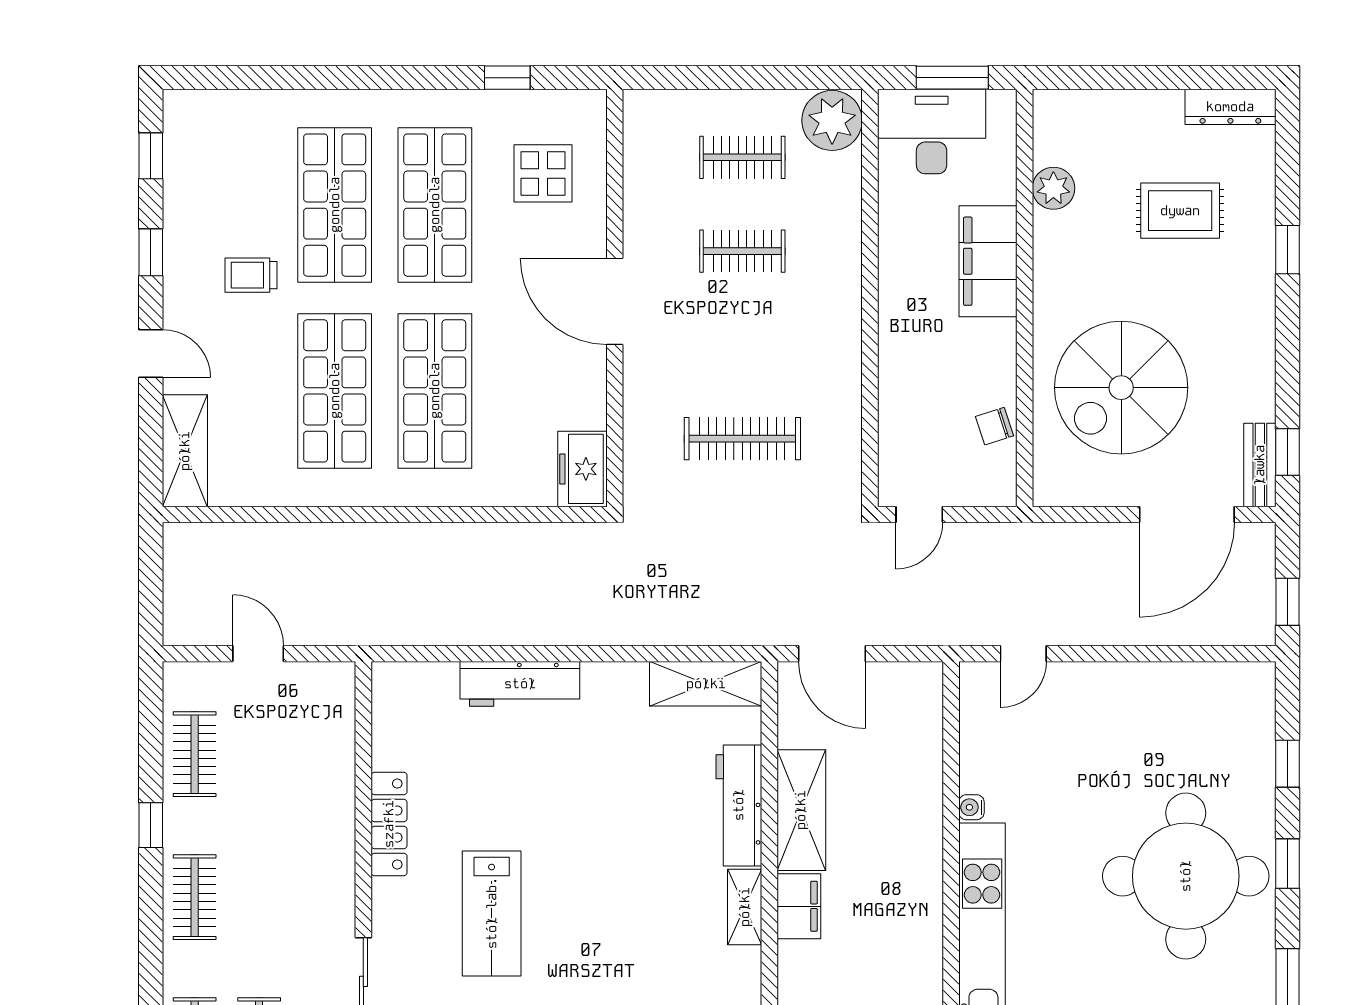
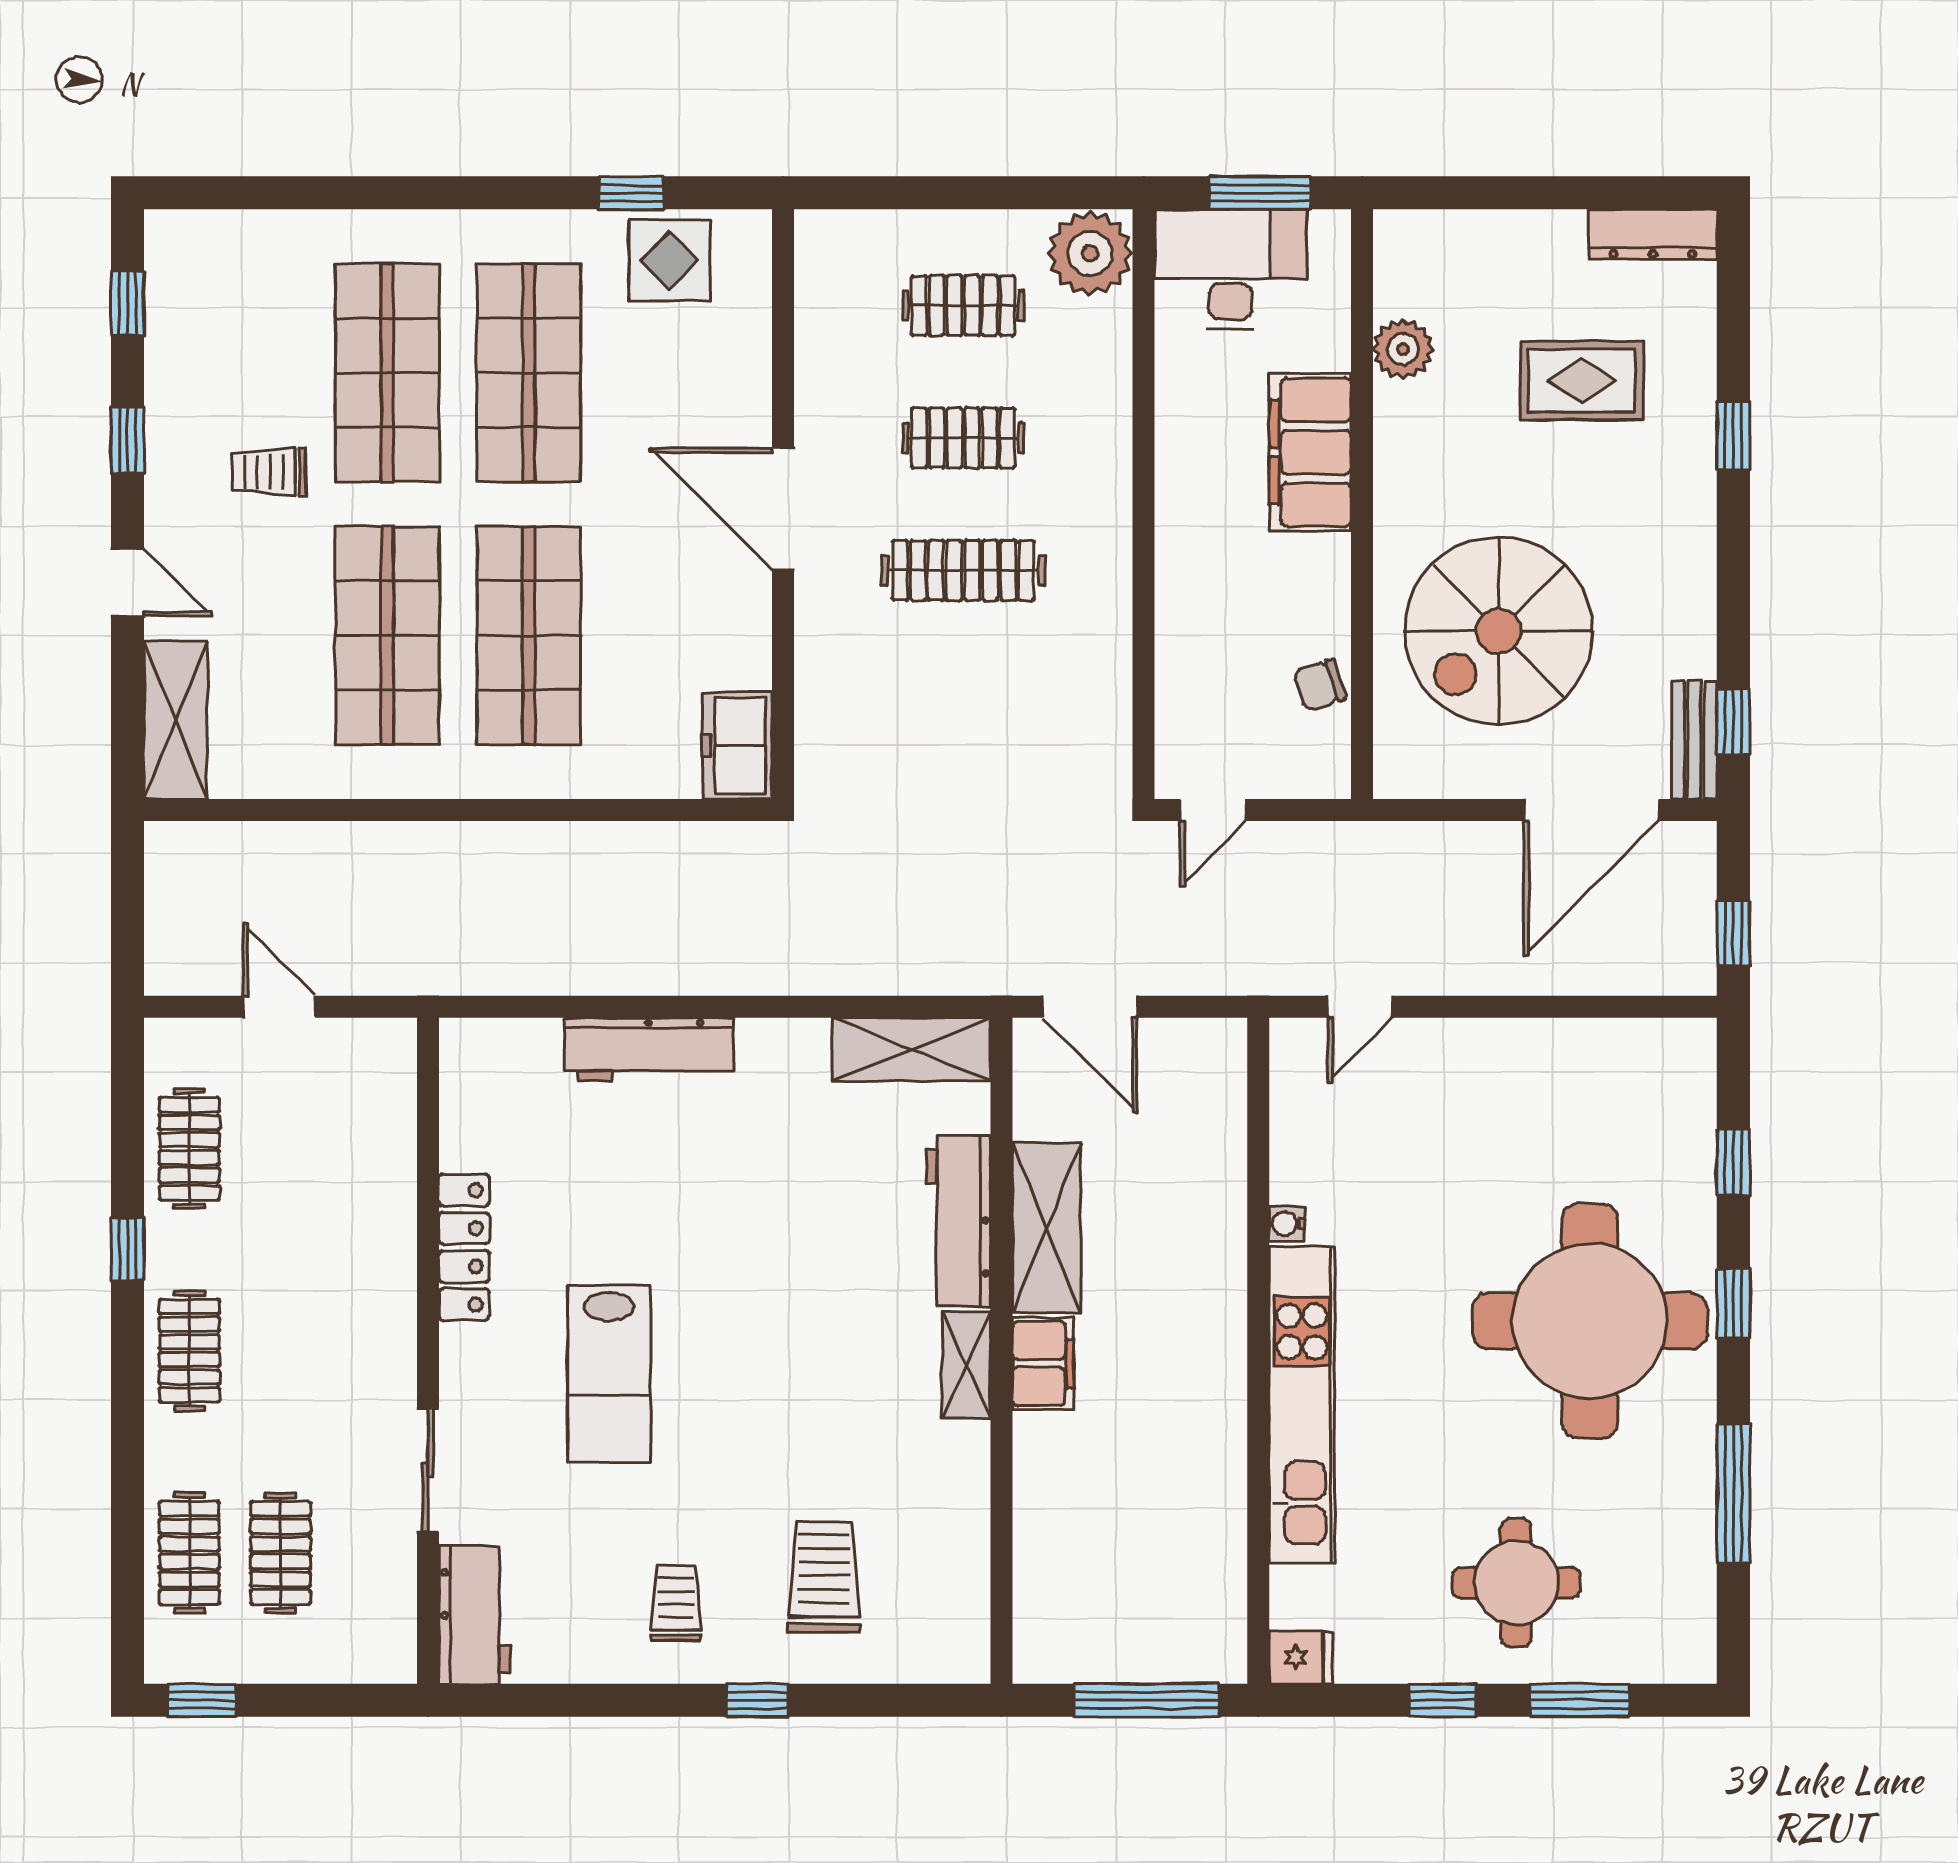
display table: (543, 173) -> (669, 260), moved
clothes rail: (742, 439) -> (963, 570), moved

